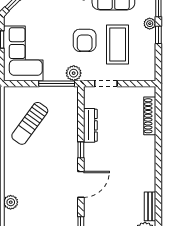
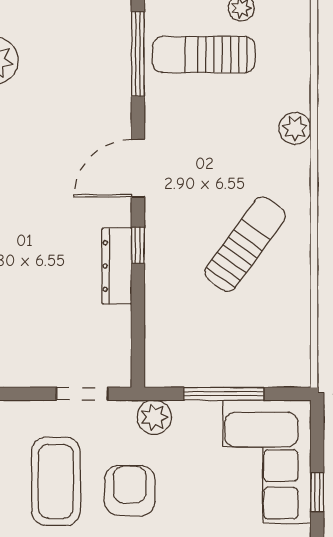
window: (57, 84) -> (224, 394), moved
sun lounger: (30, 123) -> (245, 244), moved
dresser: (90, 125) -> (117, 266), moved

